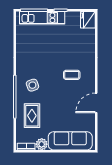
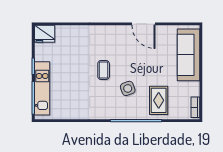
coffee table: (72, 75) -> (104, 70), moved
side table: (32, 85) -> (128, 88), moved
rug: (32, 116) -> (159, 100), turned 90
plant: (42, 144) -> (193, 89), removed

